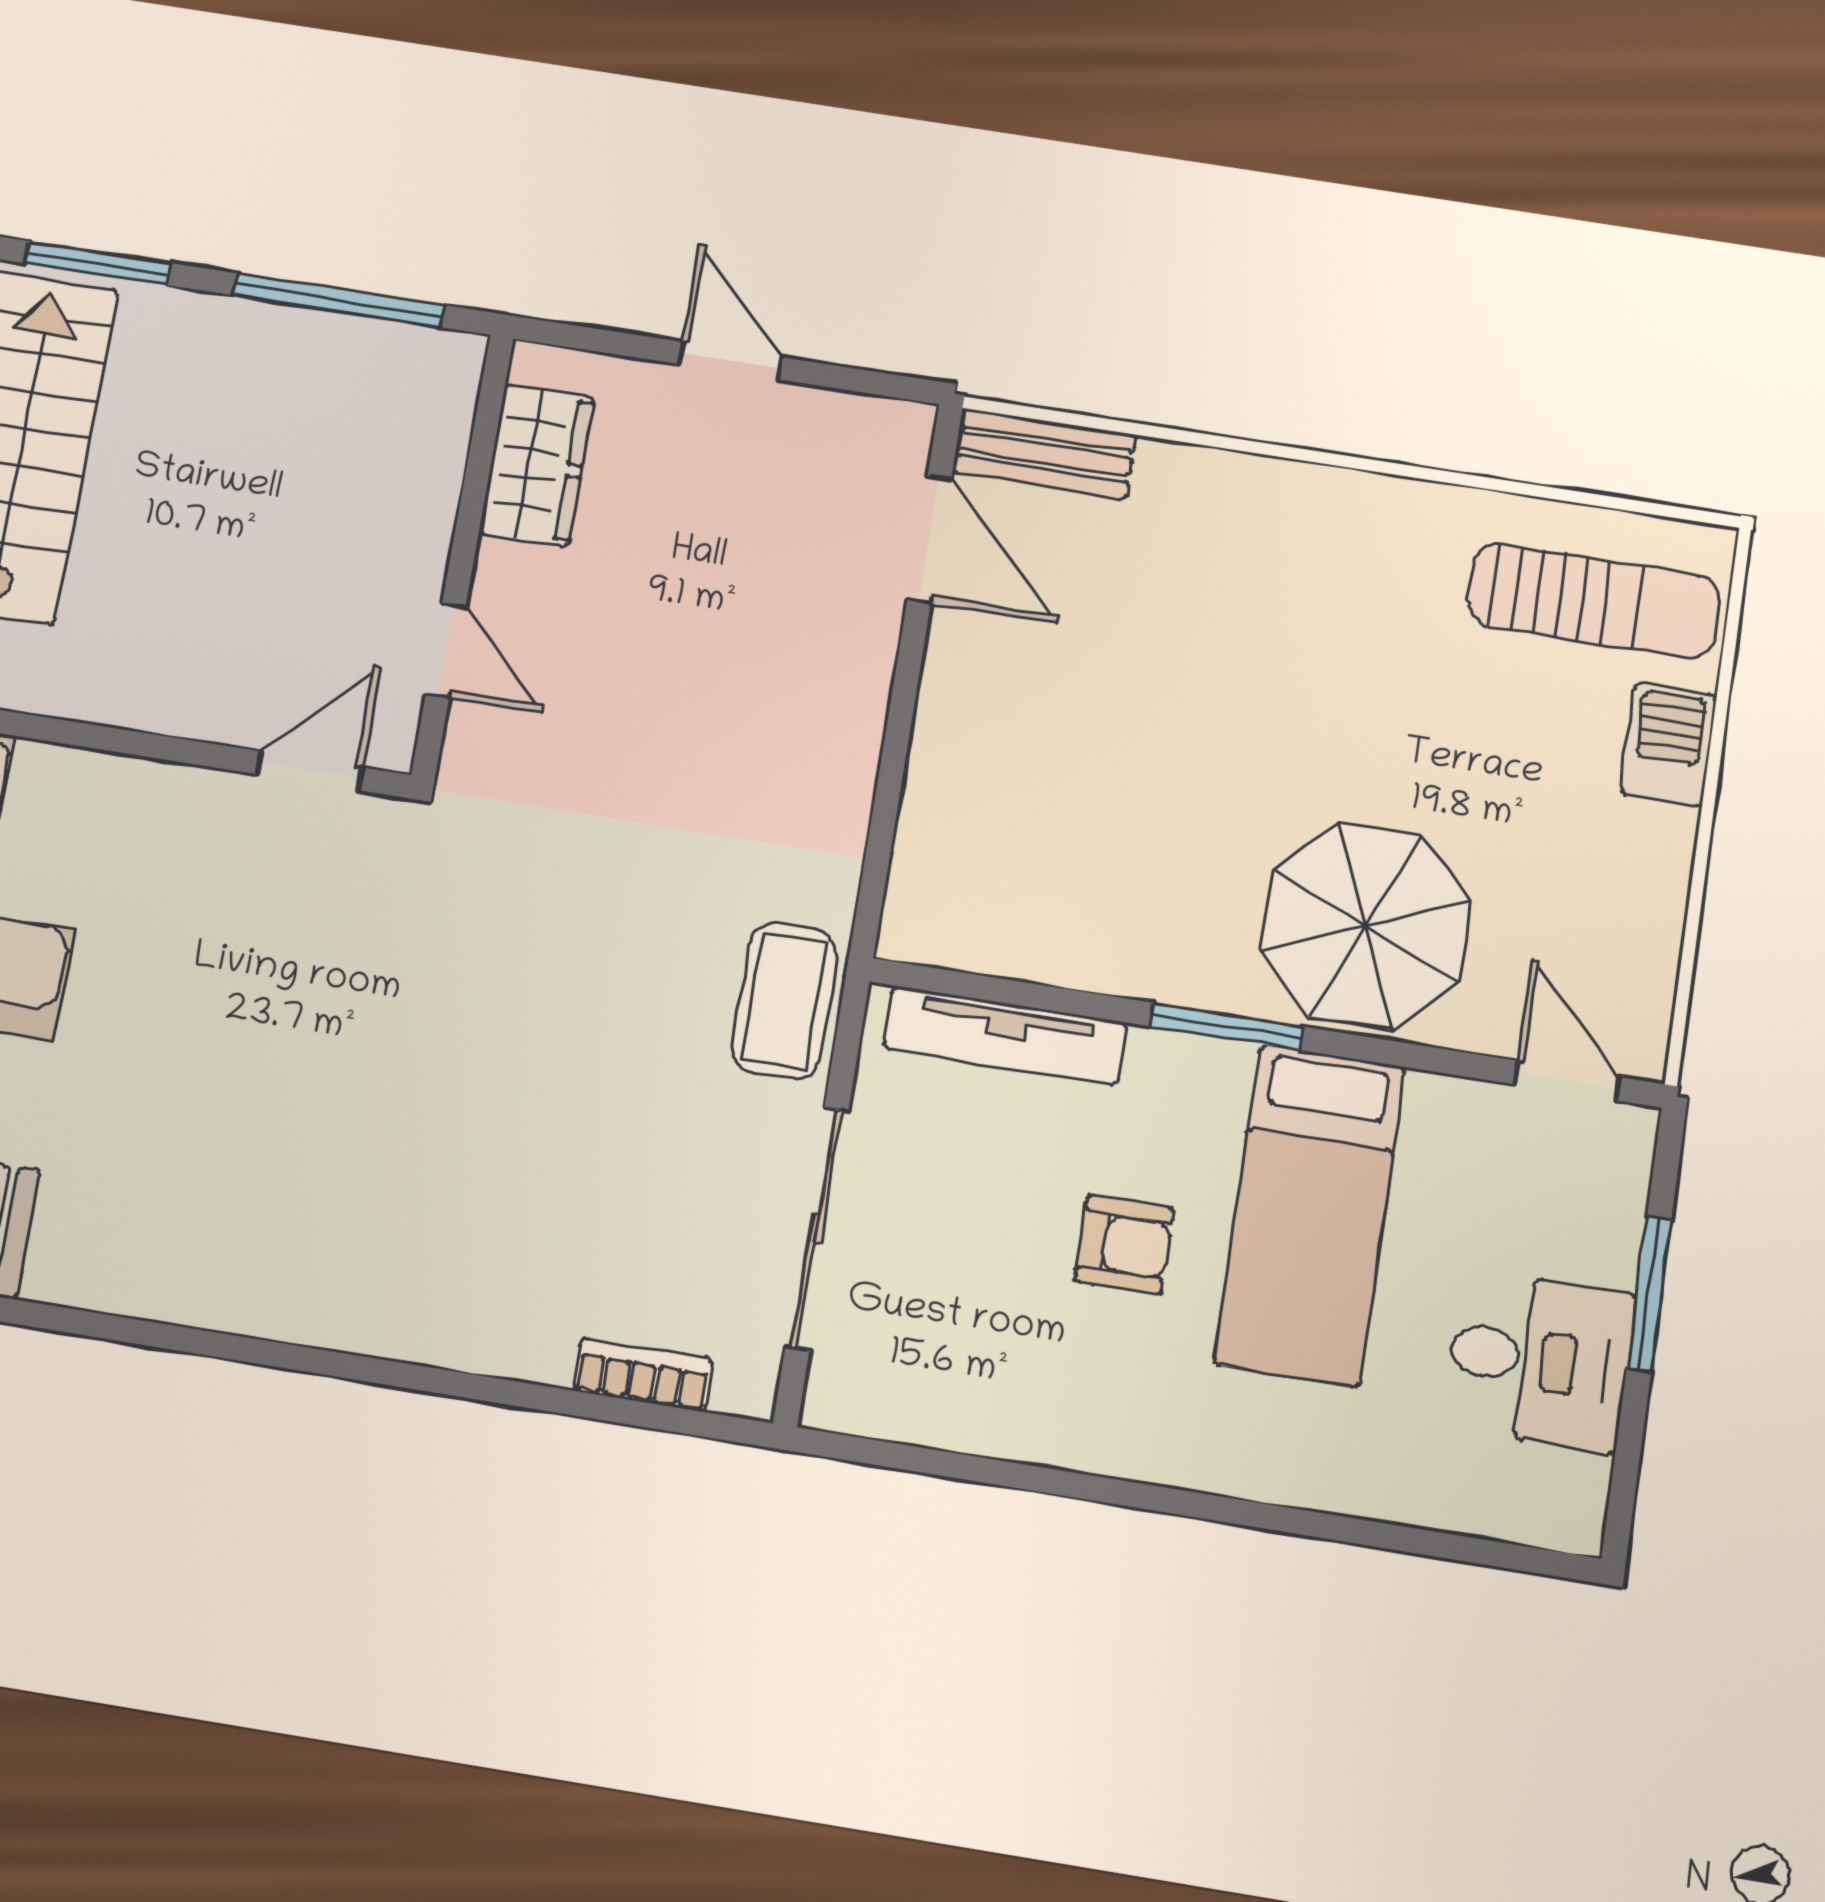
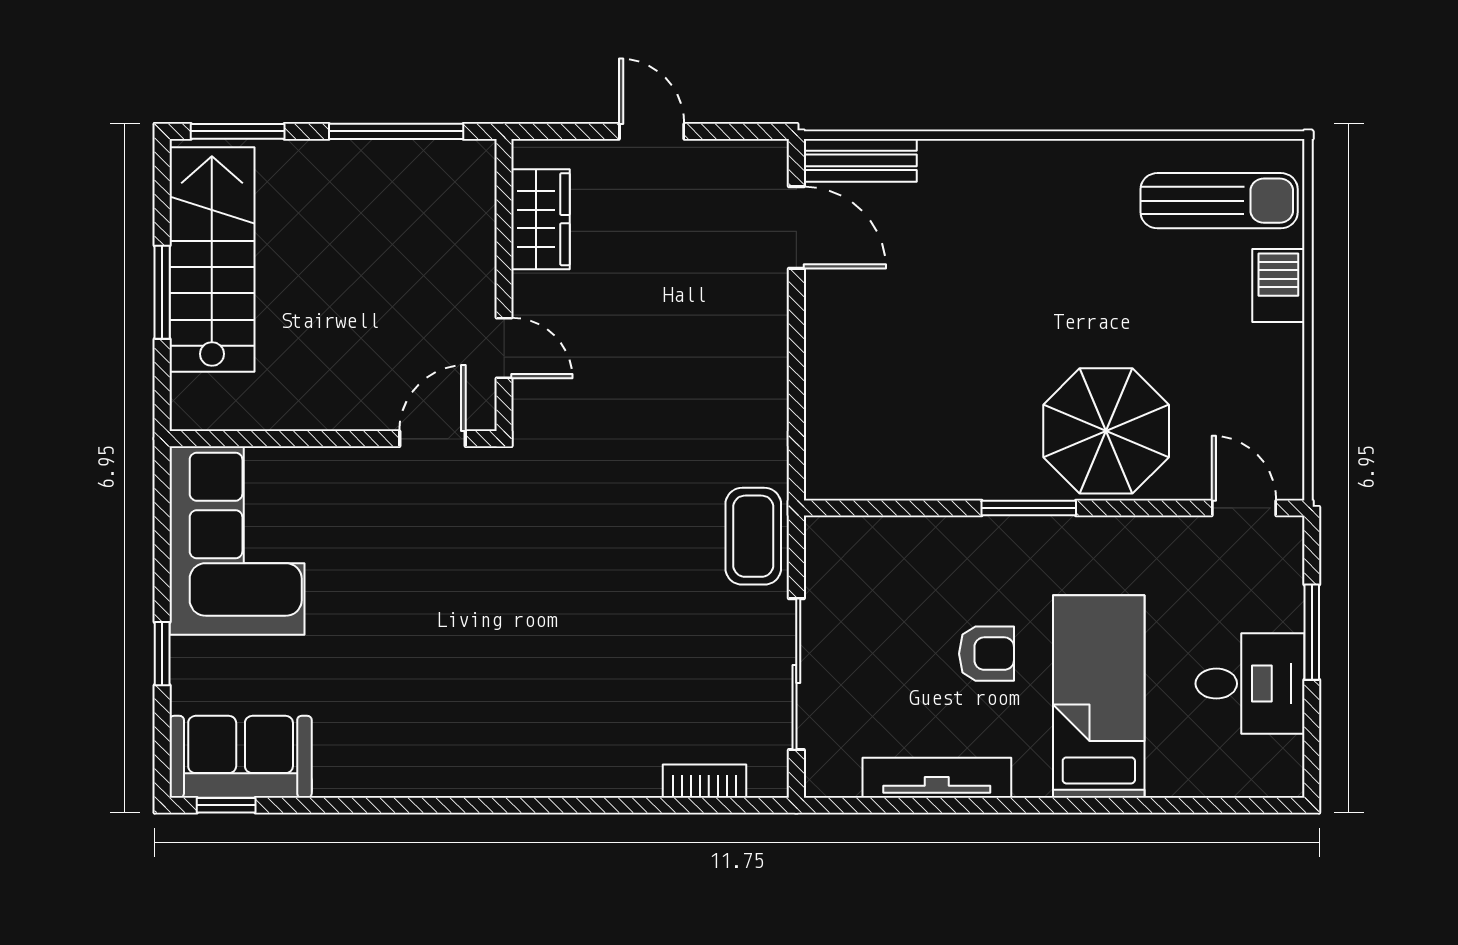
tv unit: (1005, 1035) -> (937, 778), moved, turned 180
bed: (1310, 1215) -> (1099, 696), moved, turned 180

